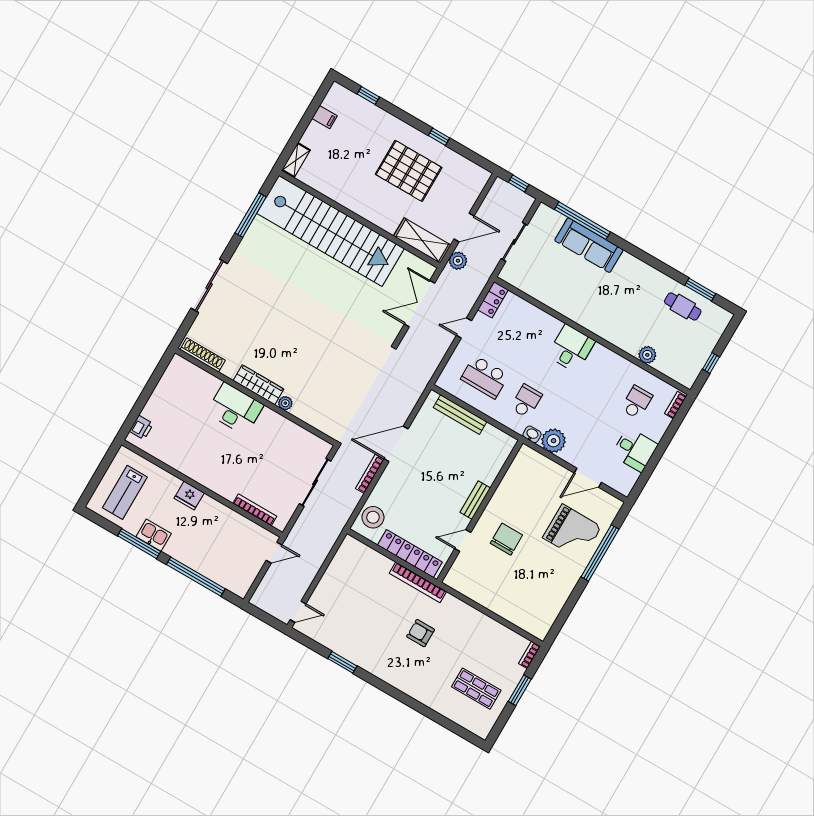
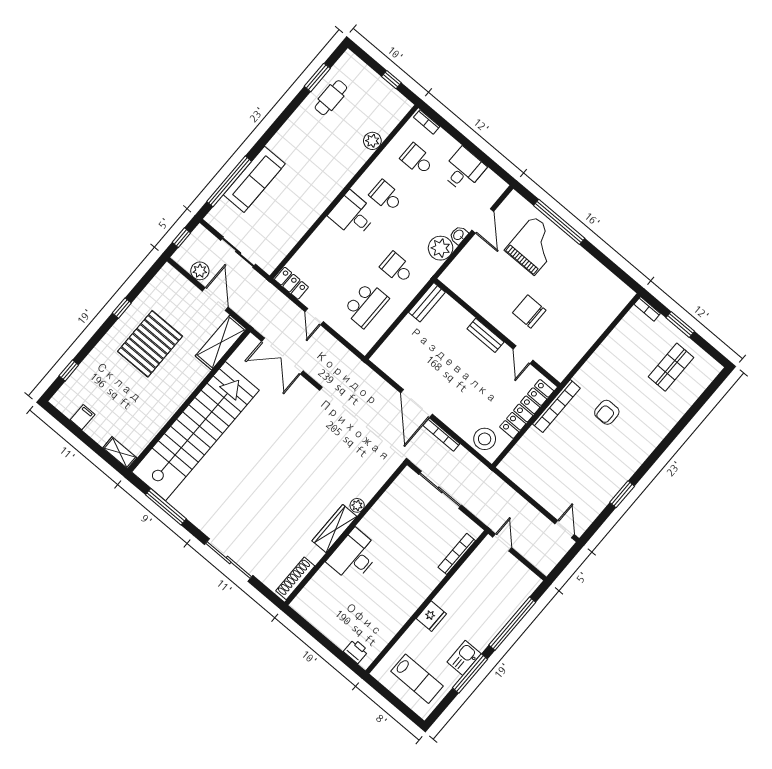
plant: (458, 261) -> (200, 271), moved
school desk: (595, 378) -> (386, 196), added
bench: (460, 415) -> (427, 302), moved, width x0.73
washbasin: (532, 434) -> (459, 235), moved

